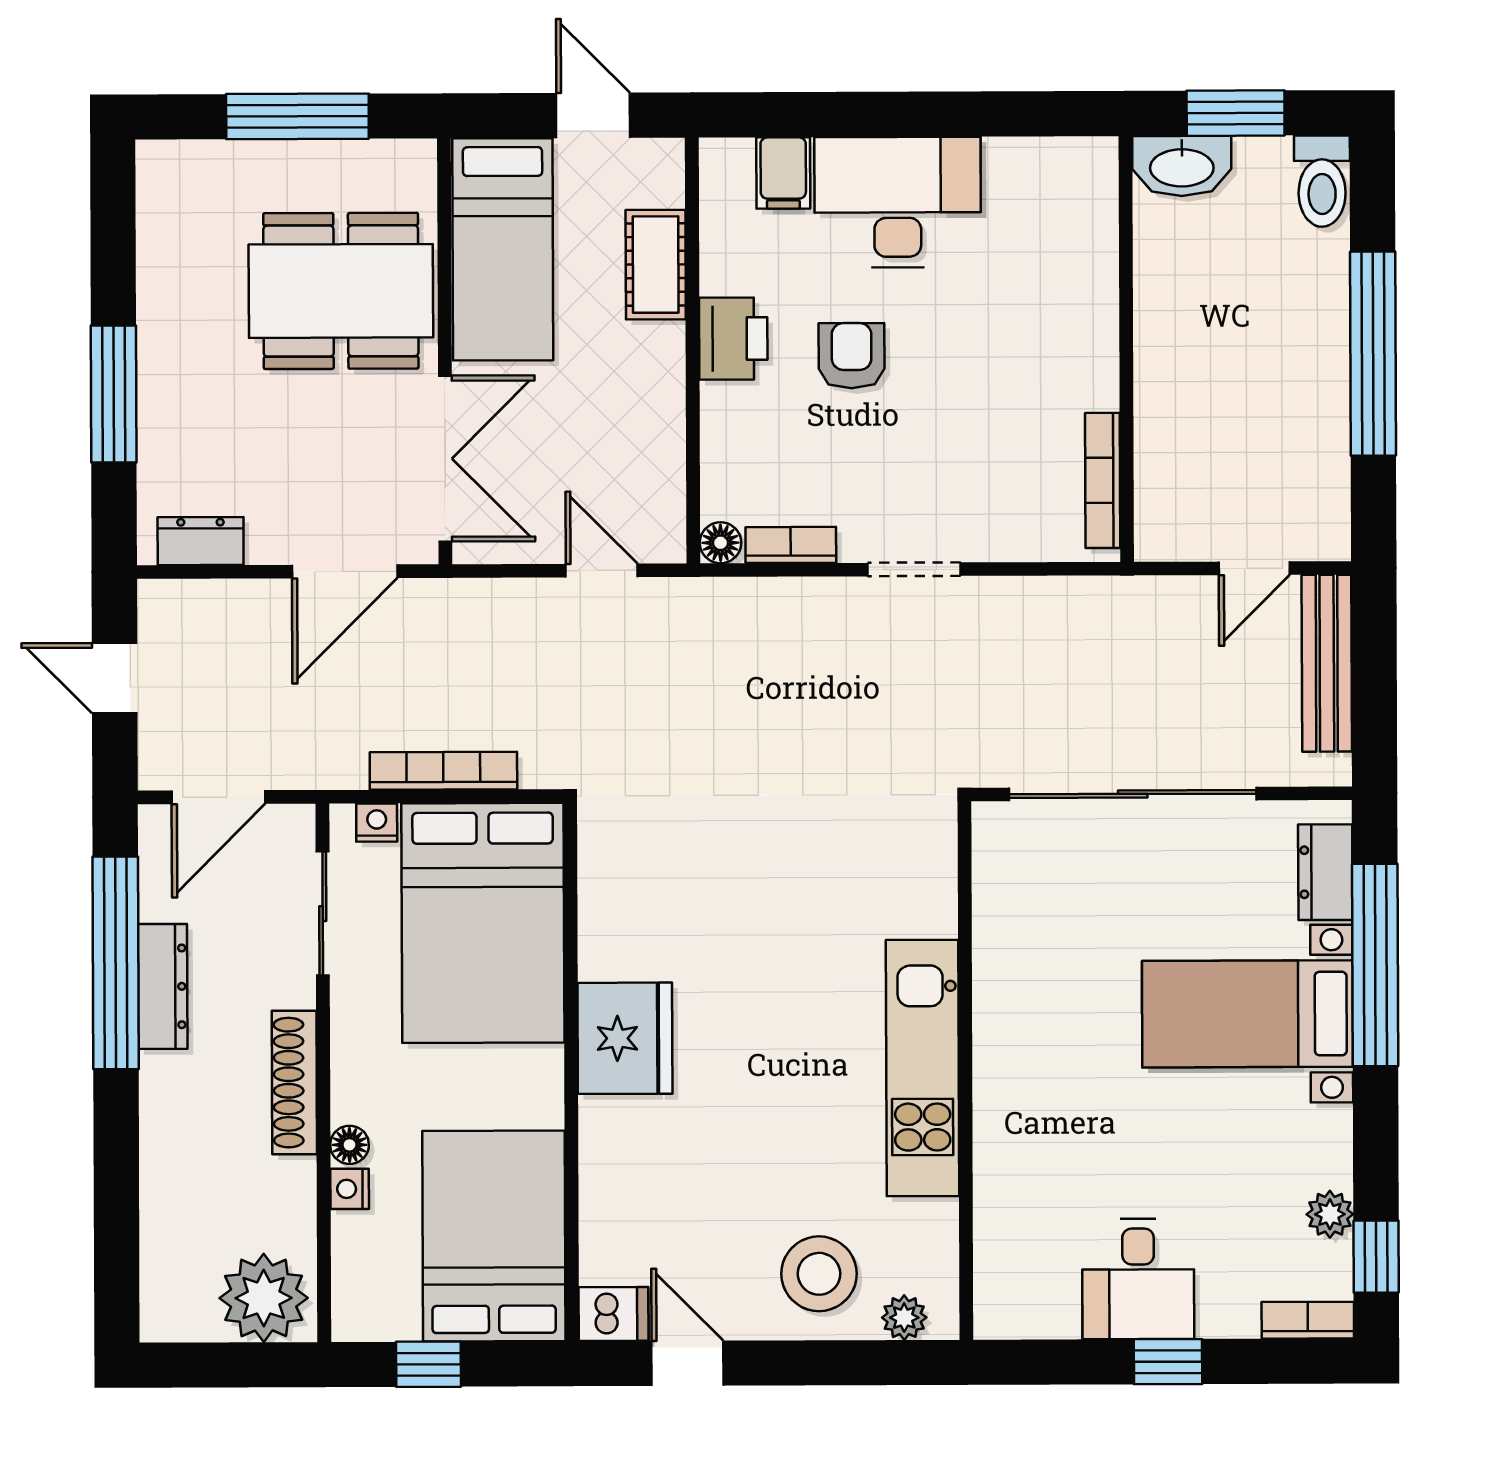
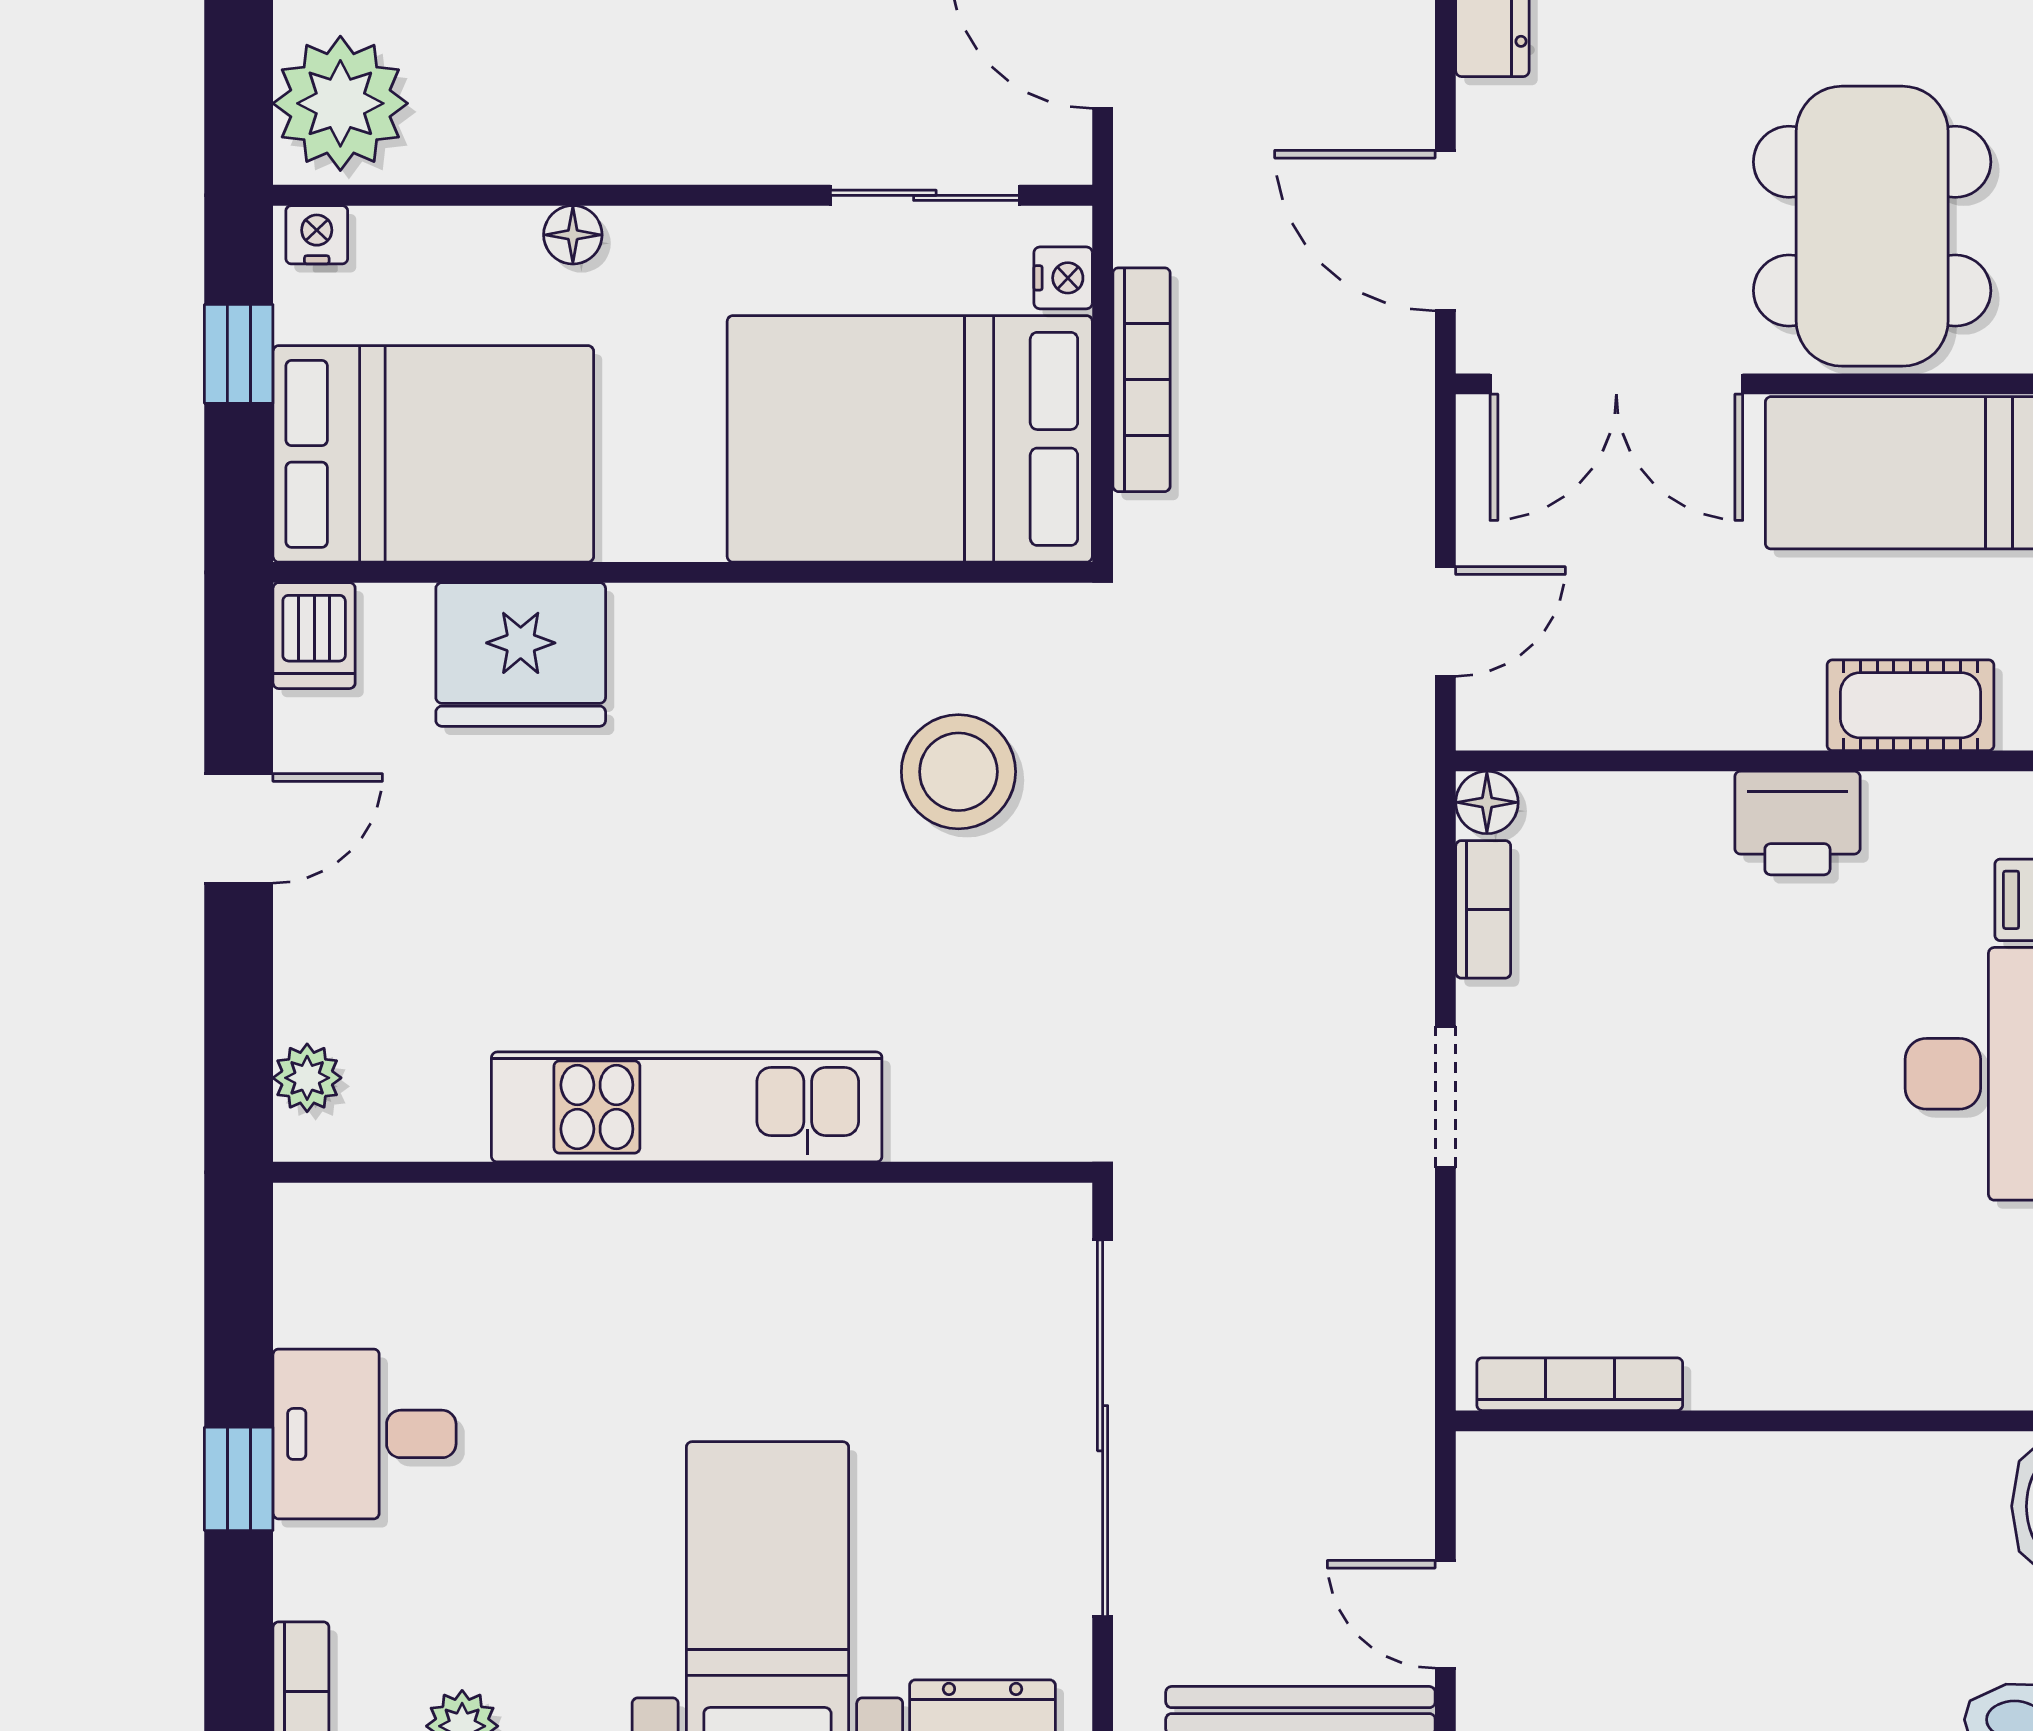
armchair: (852, 356) -> (1771, 1003), removed
fridge: (625, 1038) -> (521, 654), moved
shoe rack: (294, 1083) -> (668, 151), removed
nightstand: (350, 1189) -> (317, 235), moved
stool: (819, 1274) -> (958, 772), moved
door: (688, 1363) -> (239, 828), moved

